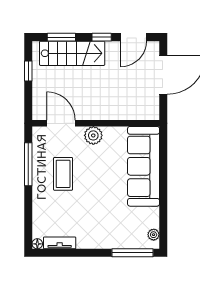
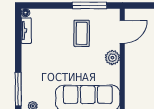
coffee table: (63, 174) -> (82, 33), turned 90

